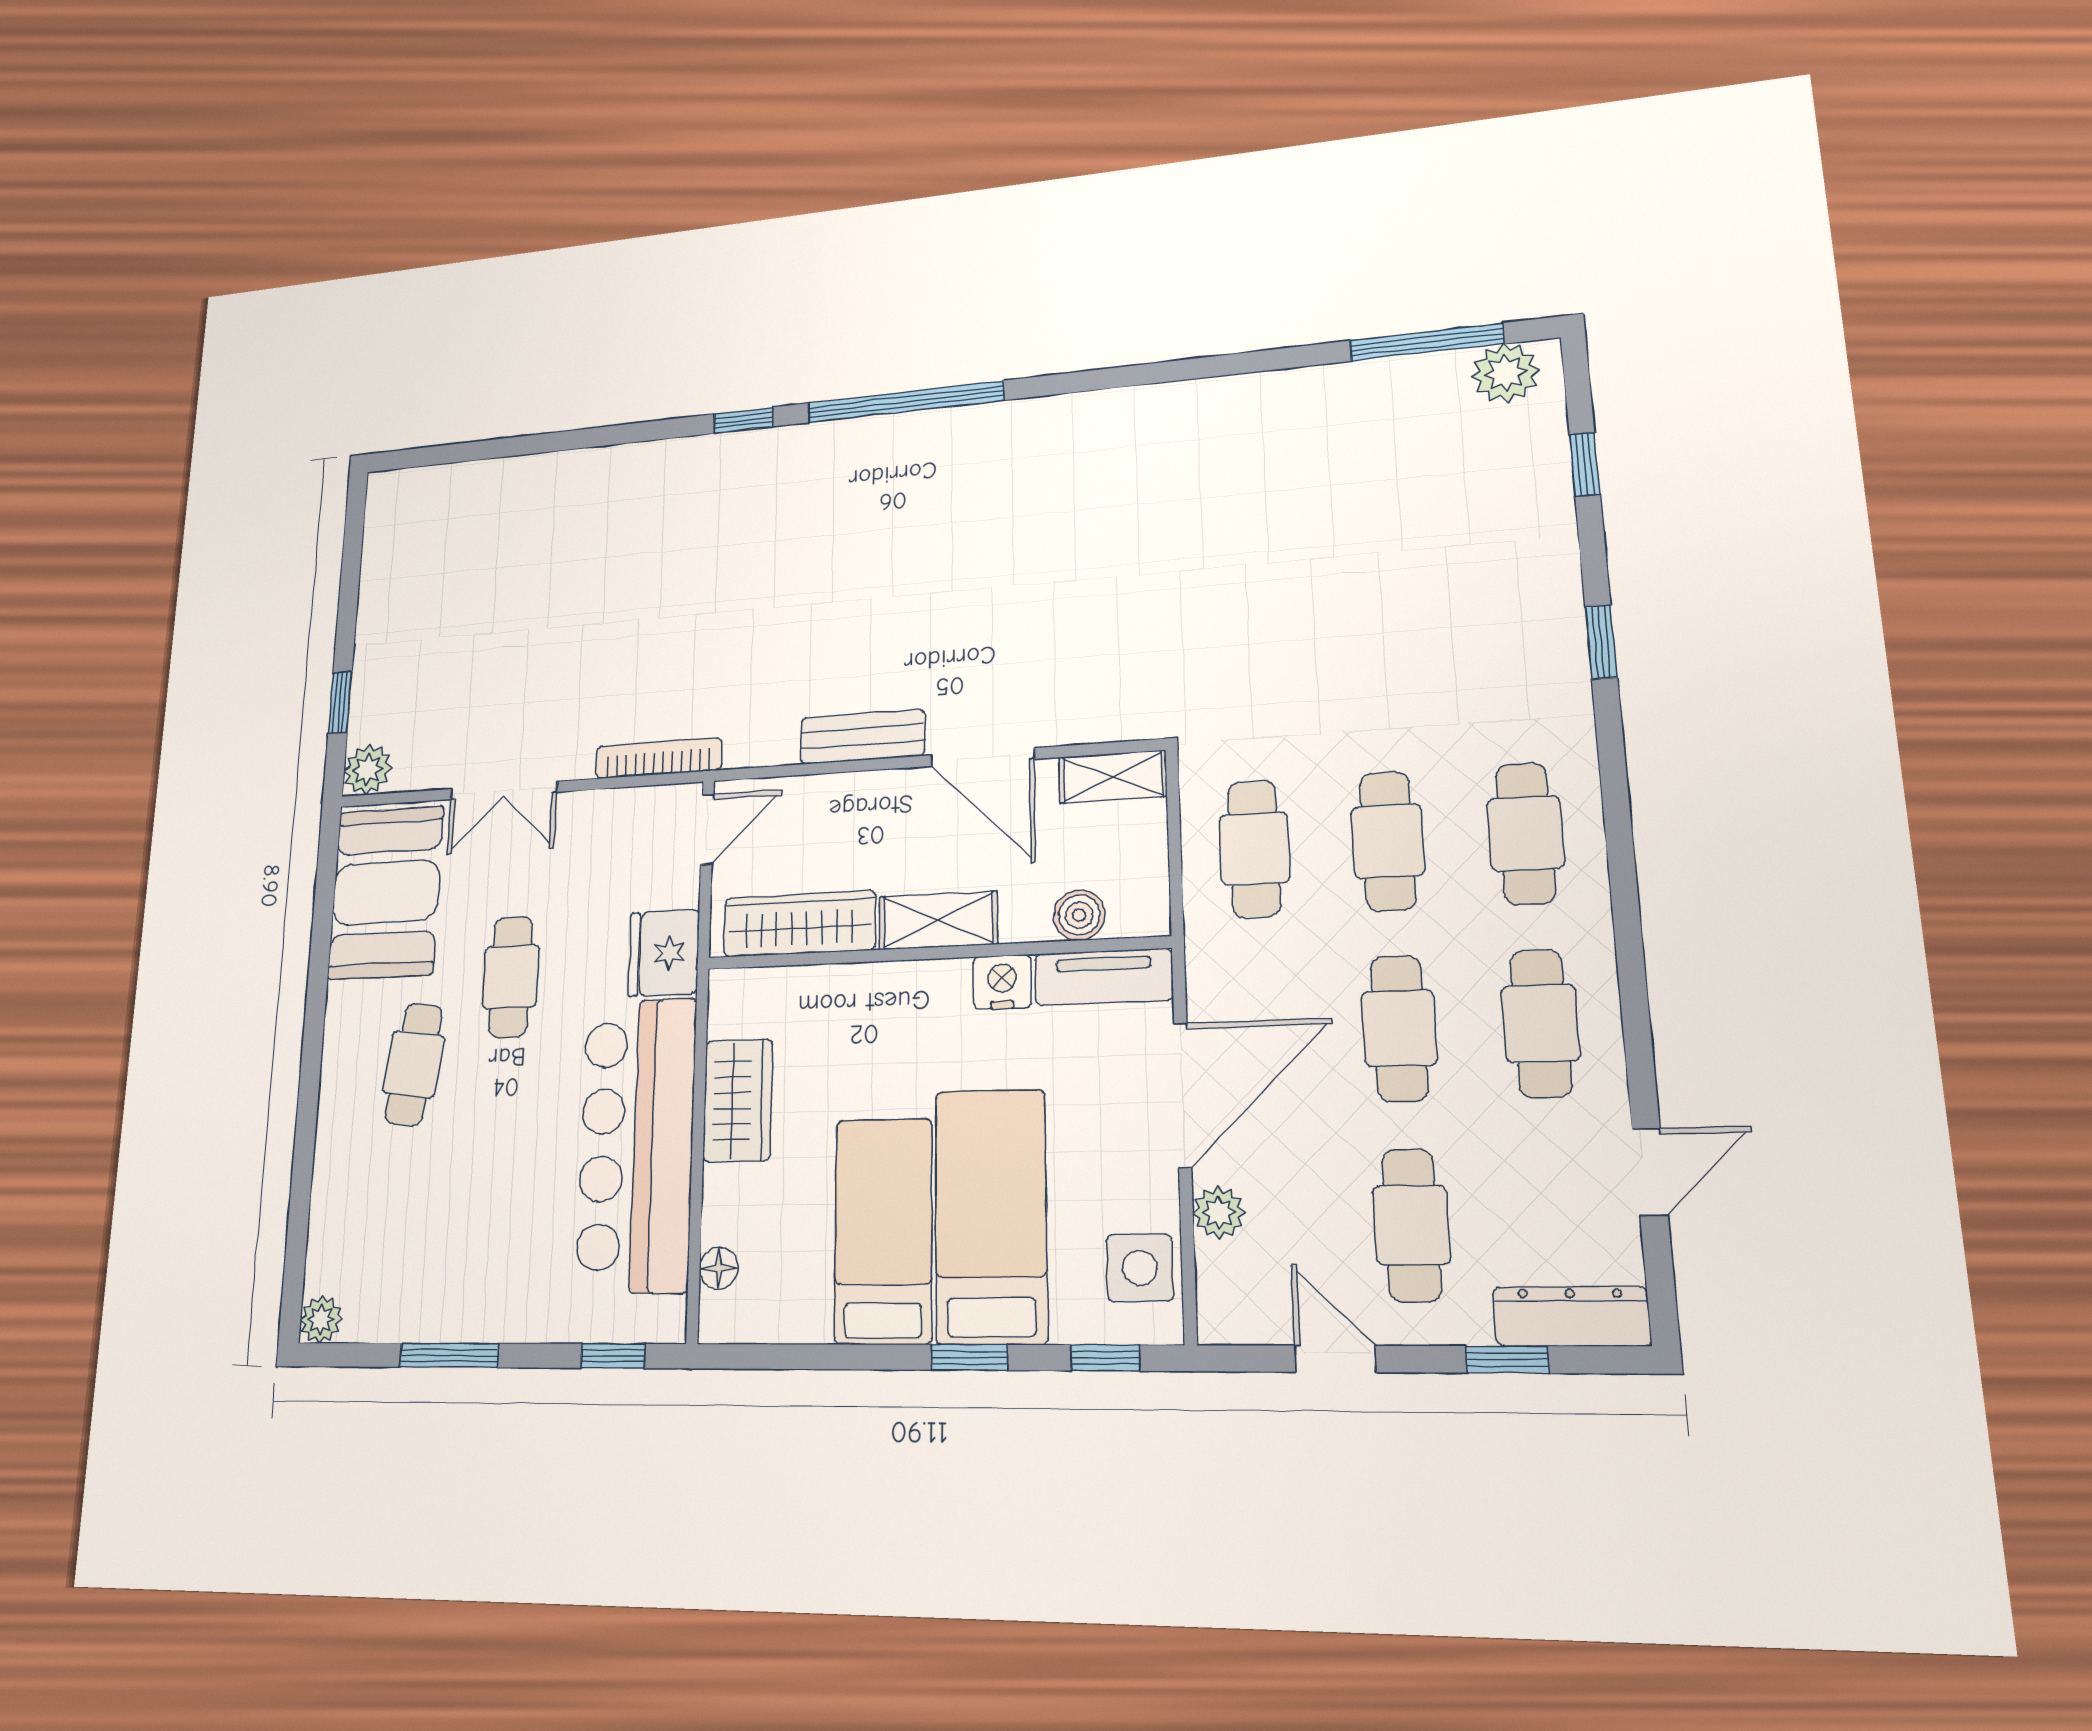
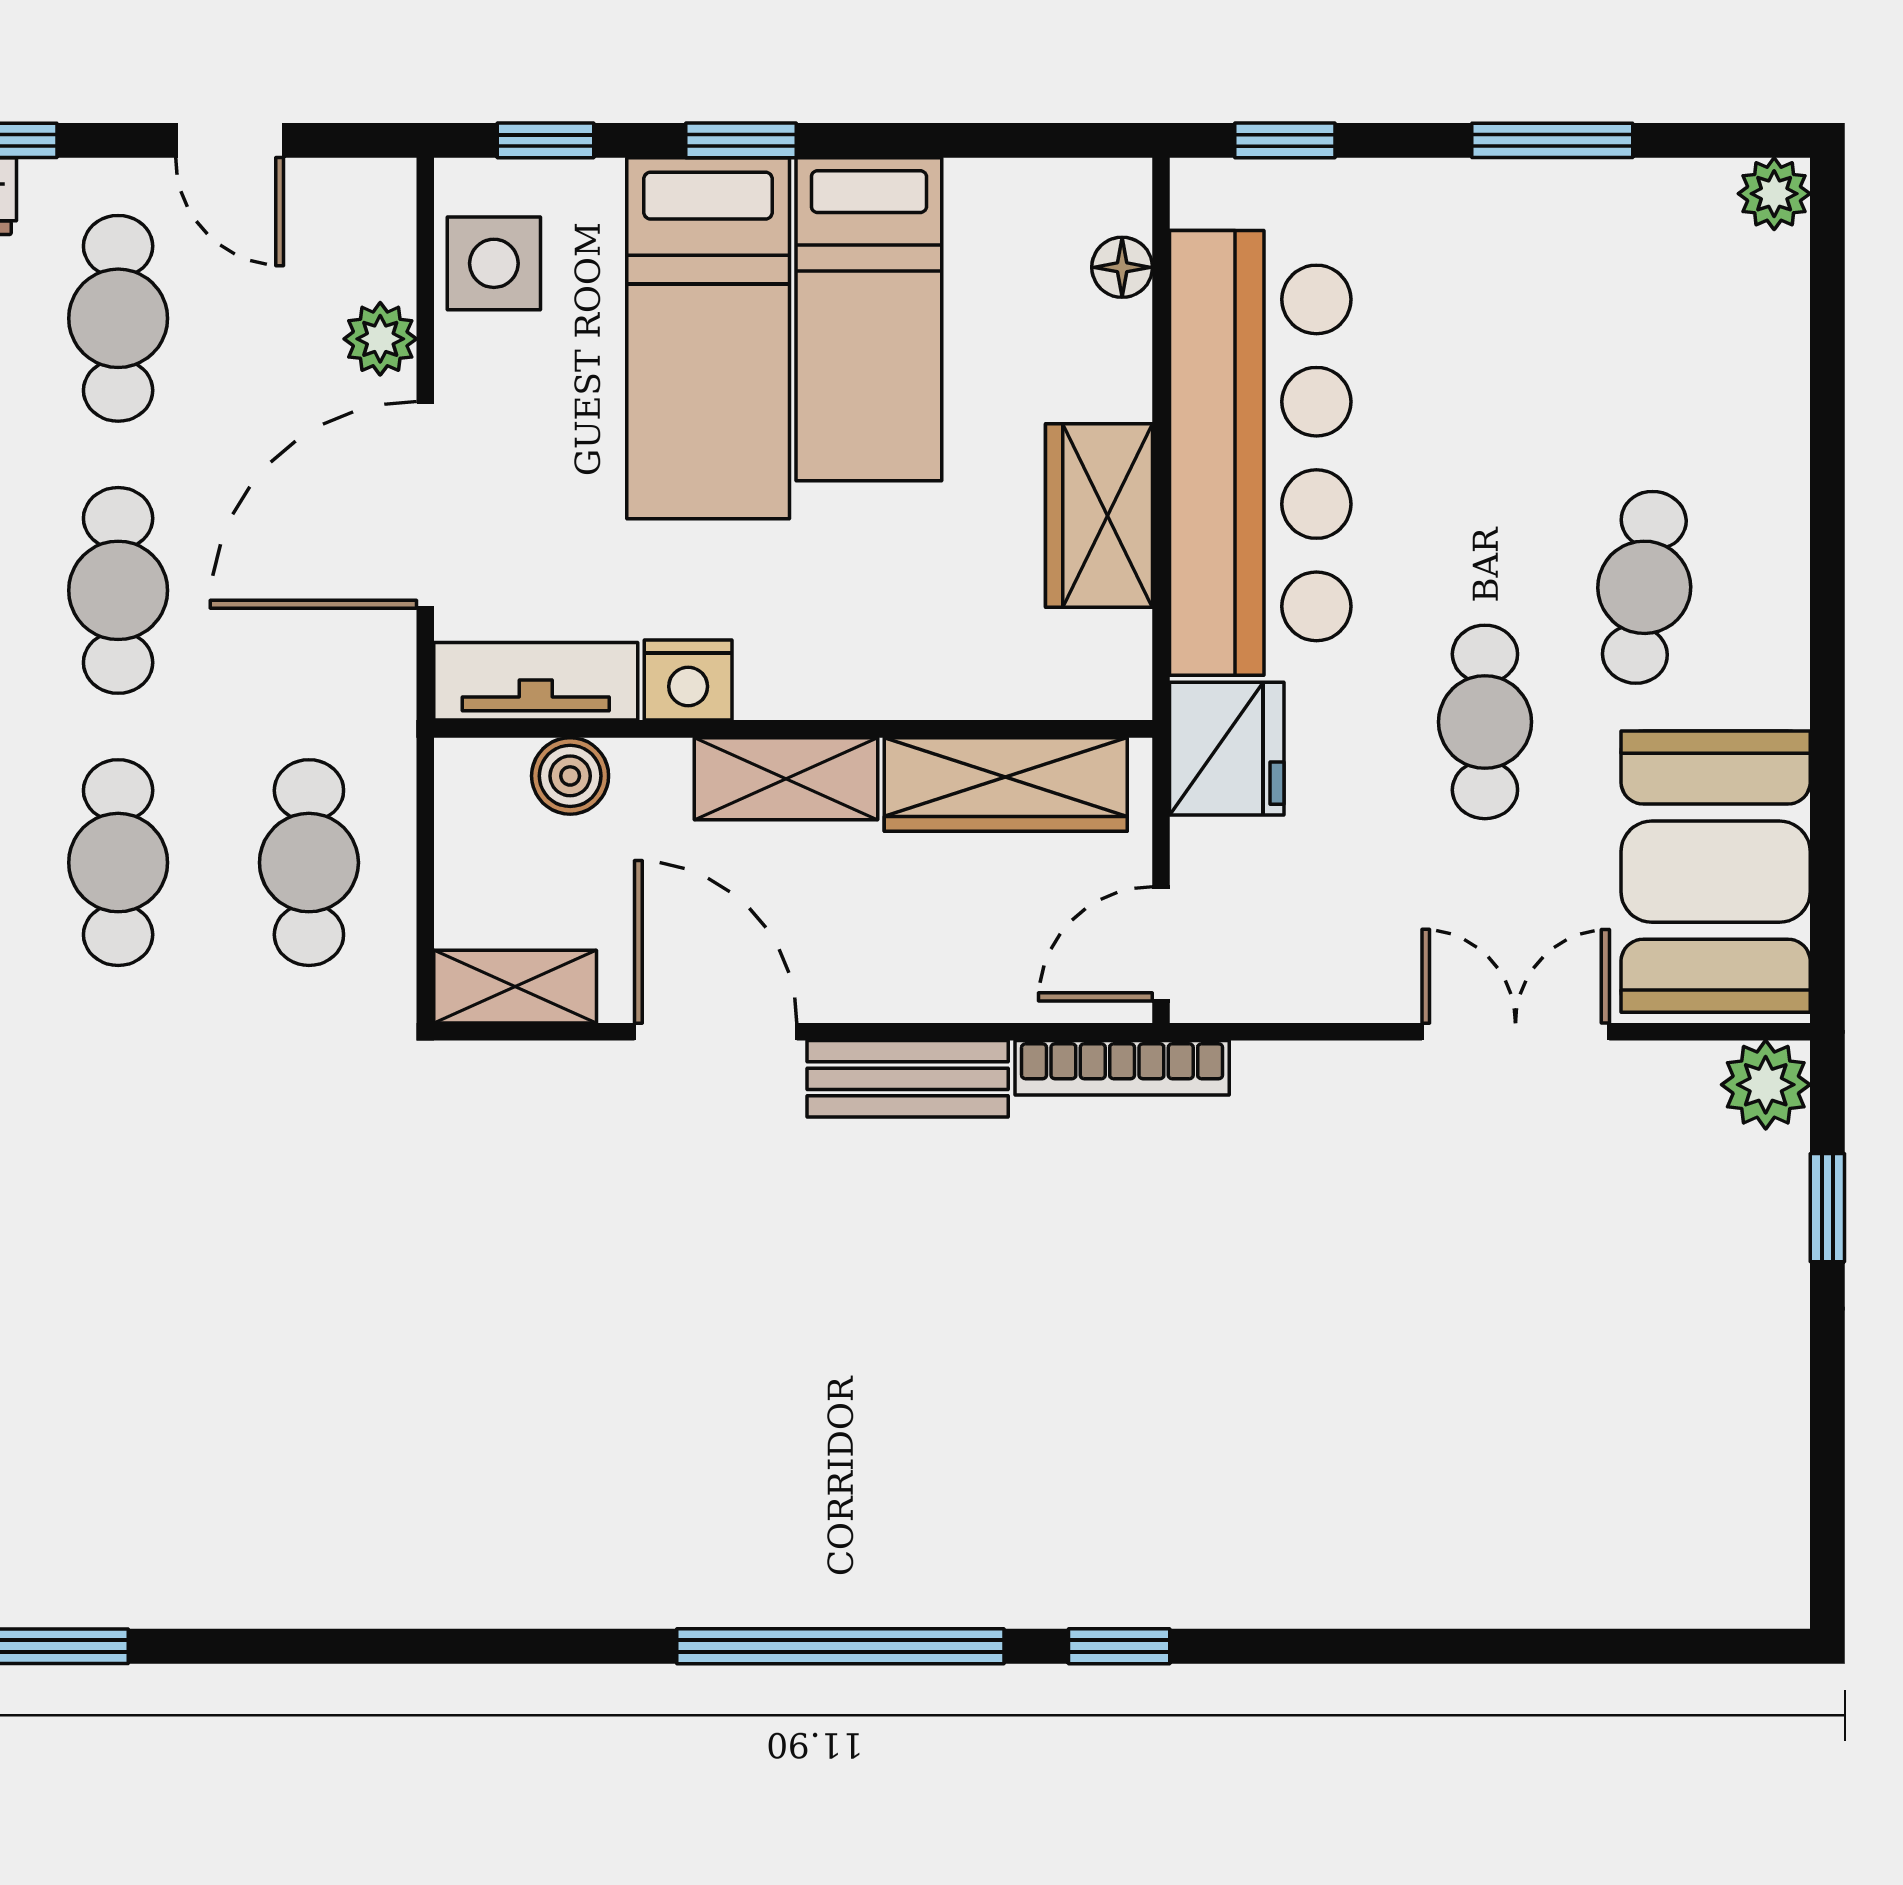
bookcase: (658, 758) -> (1122, 1068), moved

